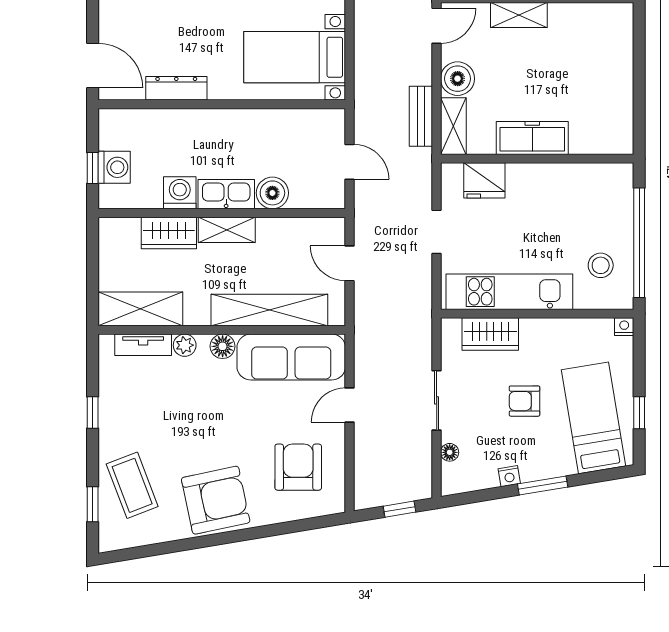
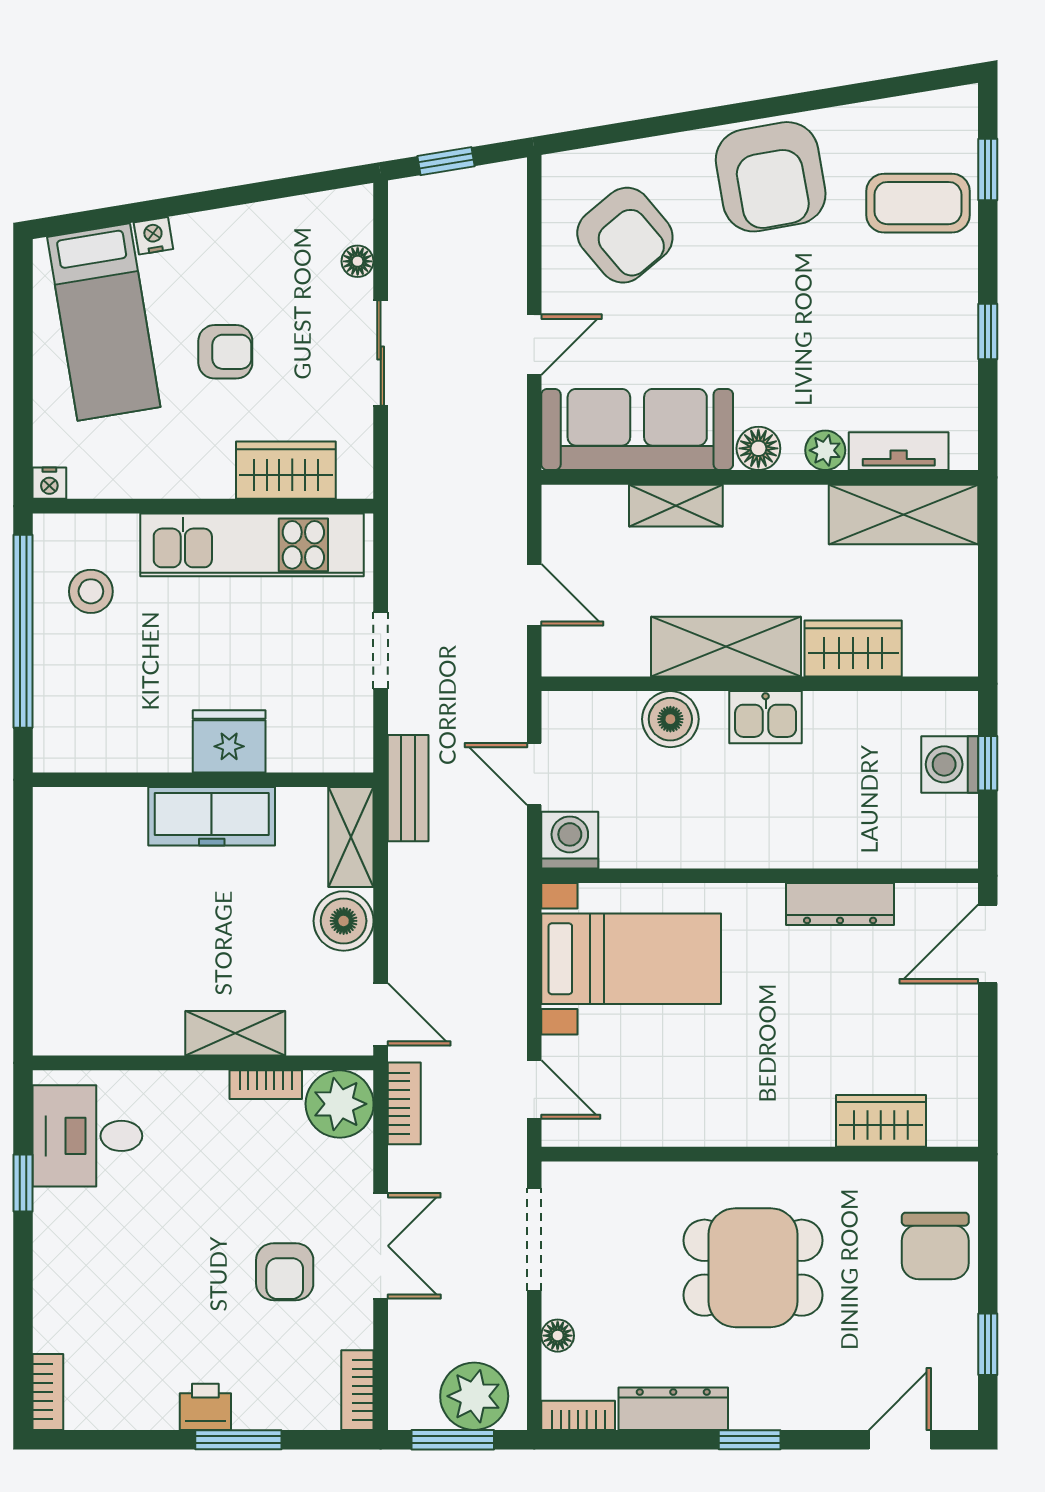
door: (437, 26) -> (381, 1014), swing flipped
door: (93, 66) -> (988, 944), hinge flipped
bench: (421, 116) -> (408, 788), moved
fridge: (484, 180) -> (229, 741), moved
washing machine: (180, 193) -> (570, 840), moved, turned 180
kitchen sink: (226, 194) -> (766, 717), width x0.73
shelving: (227, 230) -> (726, 647), width x1.50, depth x1.33
shelving: (269, 310) -> (676, 506), width x0.45, depth x0.75
window: (639, 413) -> (23, 331), removed
armchair: (298, 467) -> (625, 235), turned -40
nightstand: (509, 476) -> (153, 236), moved
coffee table: (132, 485) -> (918, 203), turned -69
window: (543, 485) -> (193, 203), removed
armchair: (216, 500) -> (771, 177), turned -88

